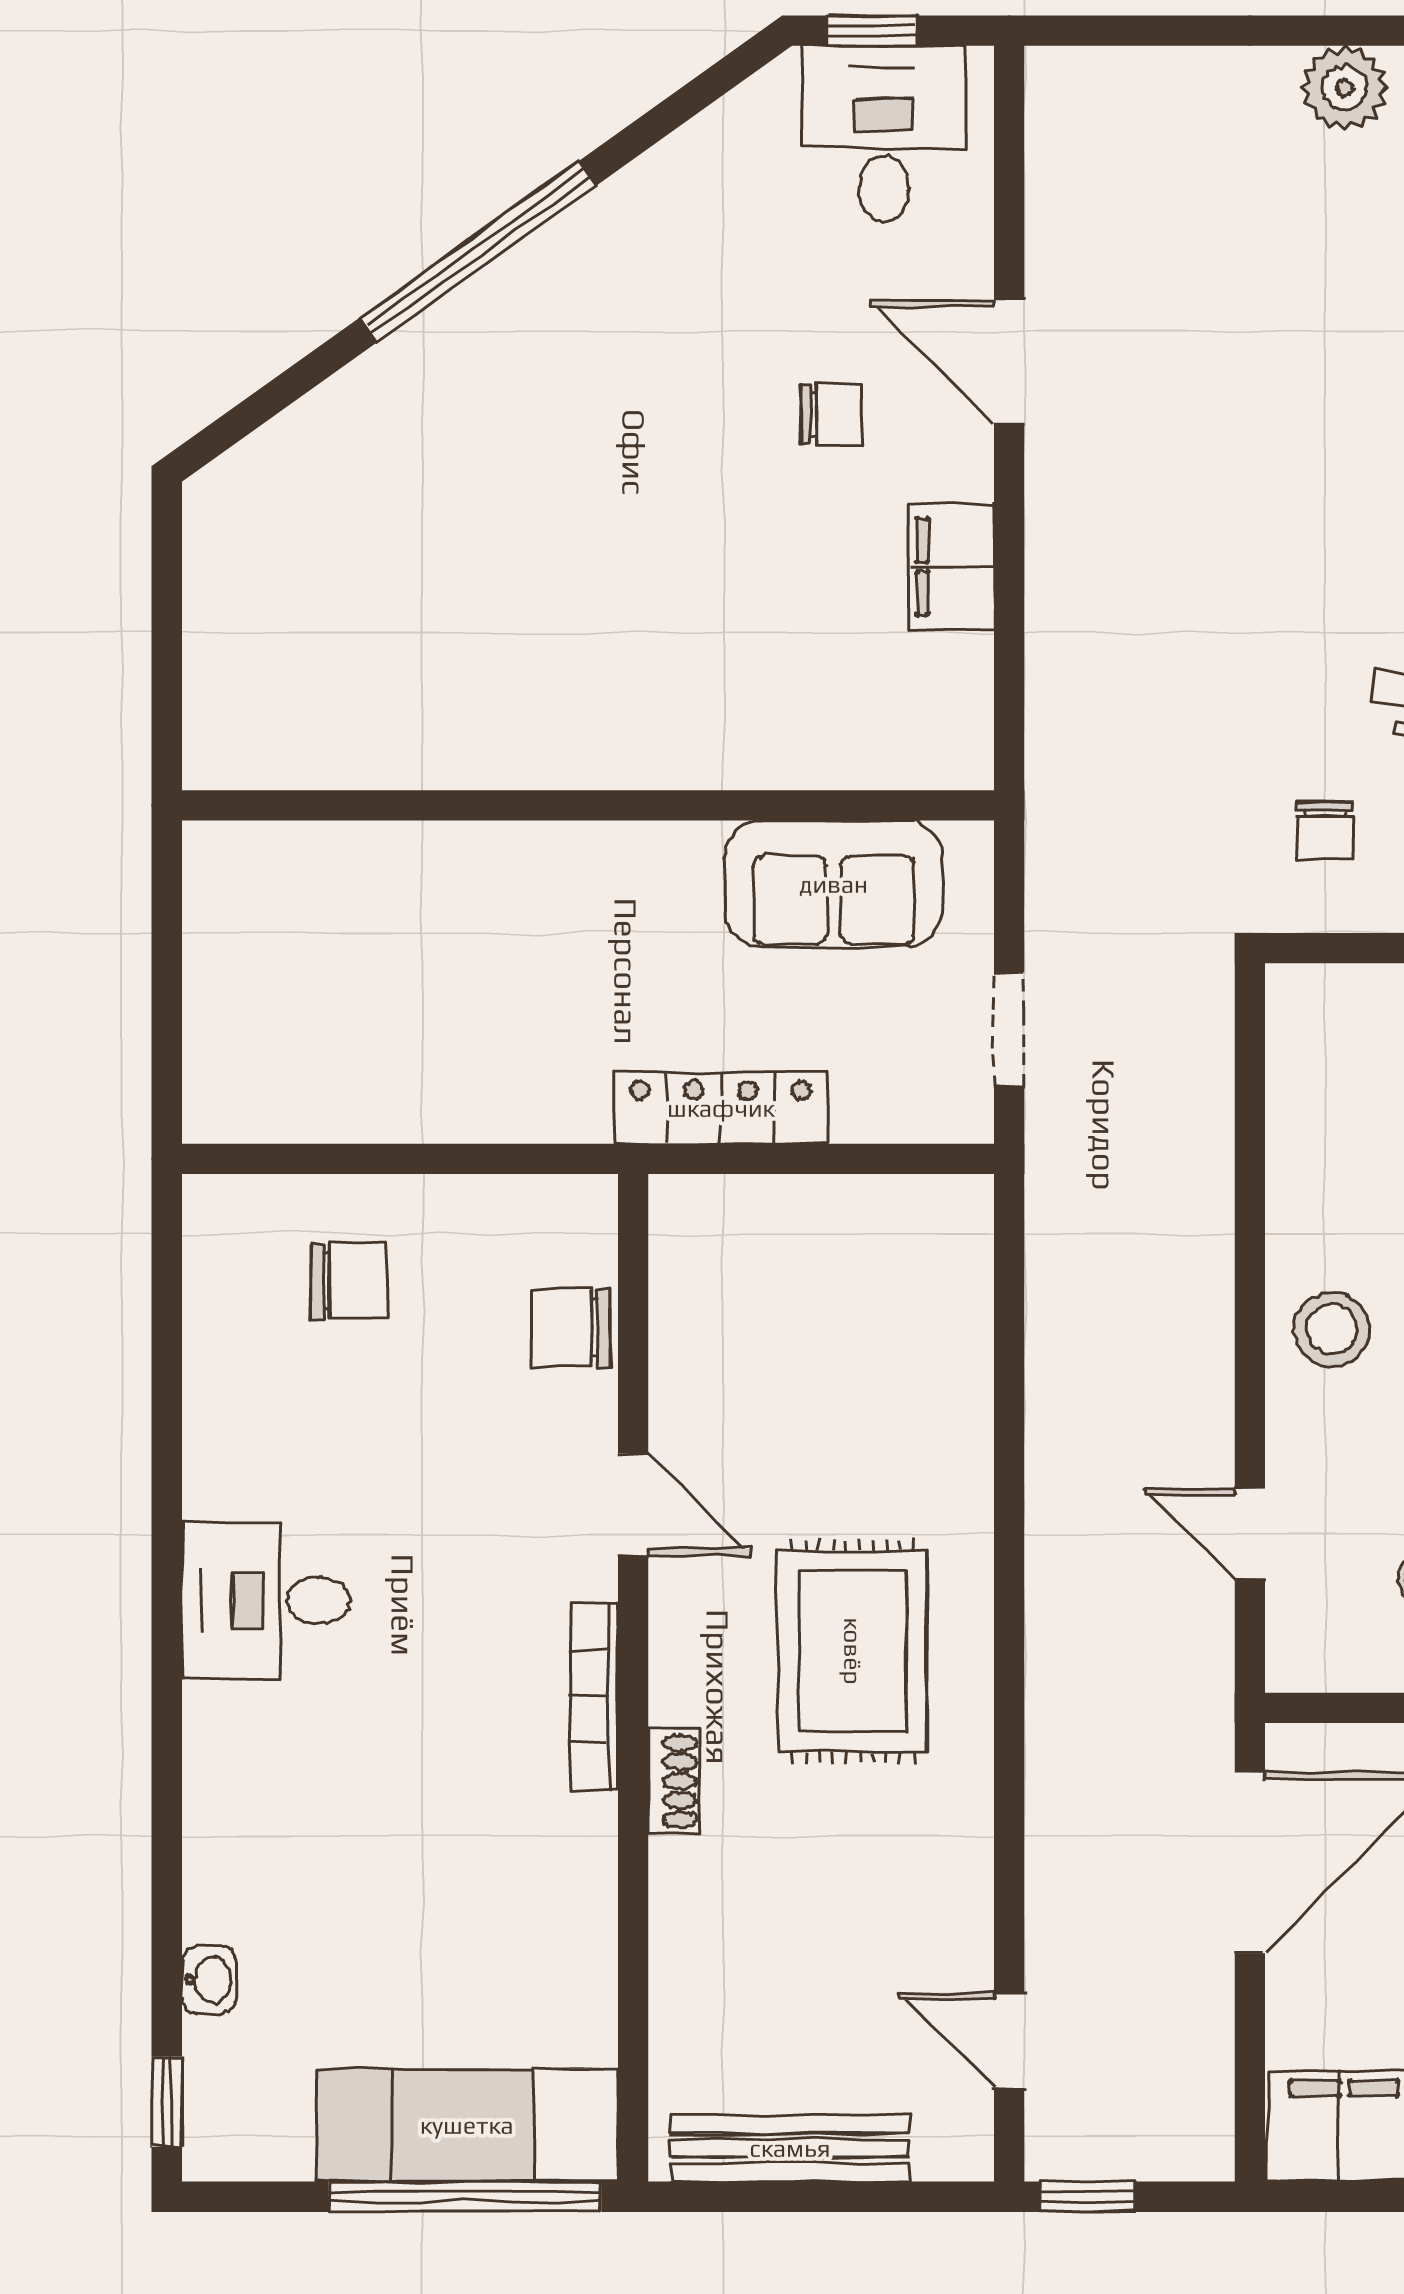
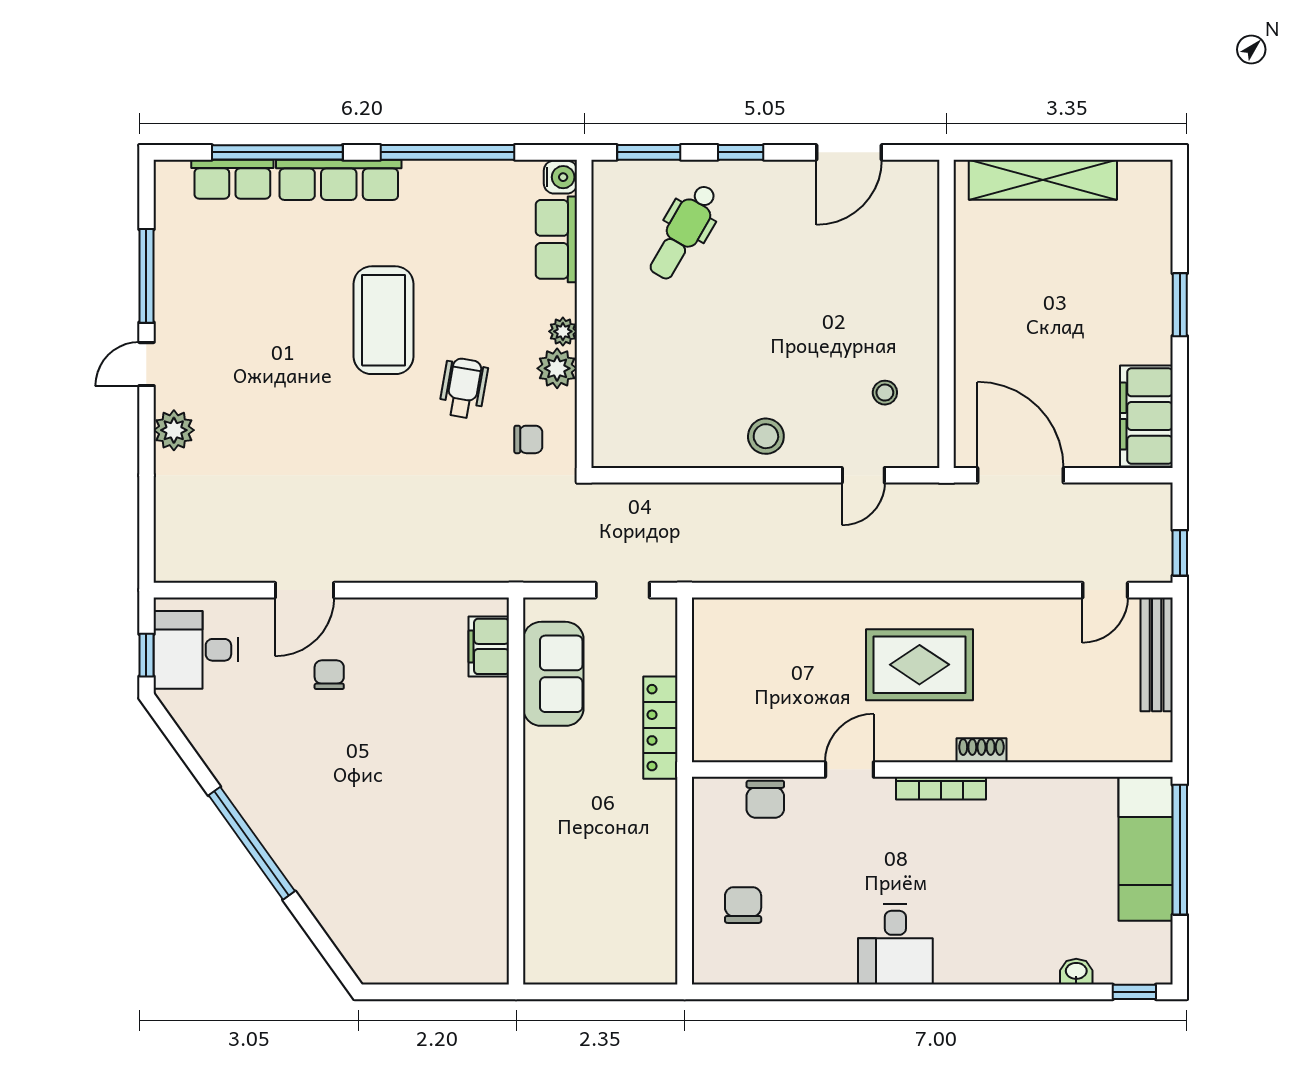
filing cabinet: (952, 567) -> (489, 646), moved, turned 90
bench: (790, 2148) -> (1157, 654), moved

